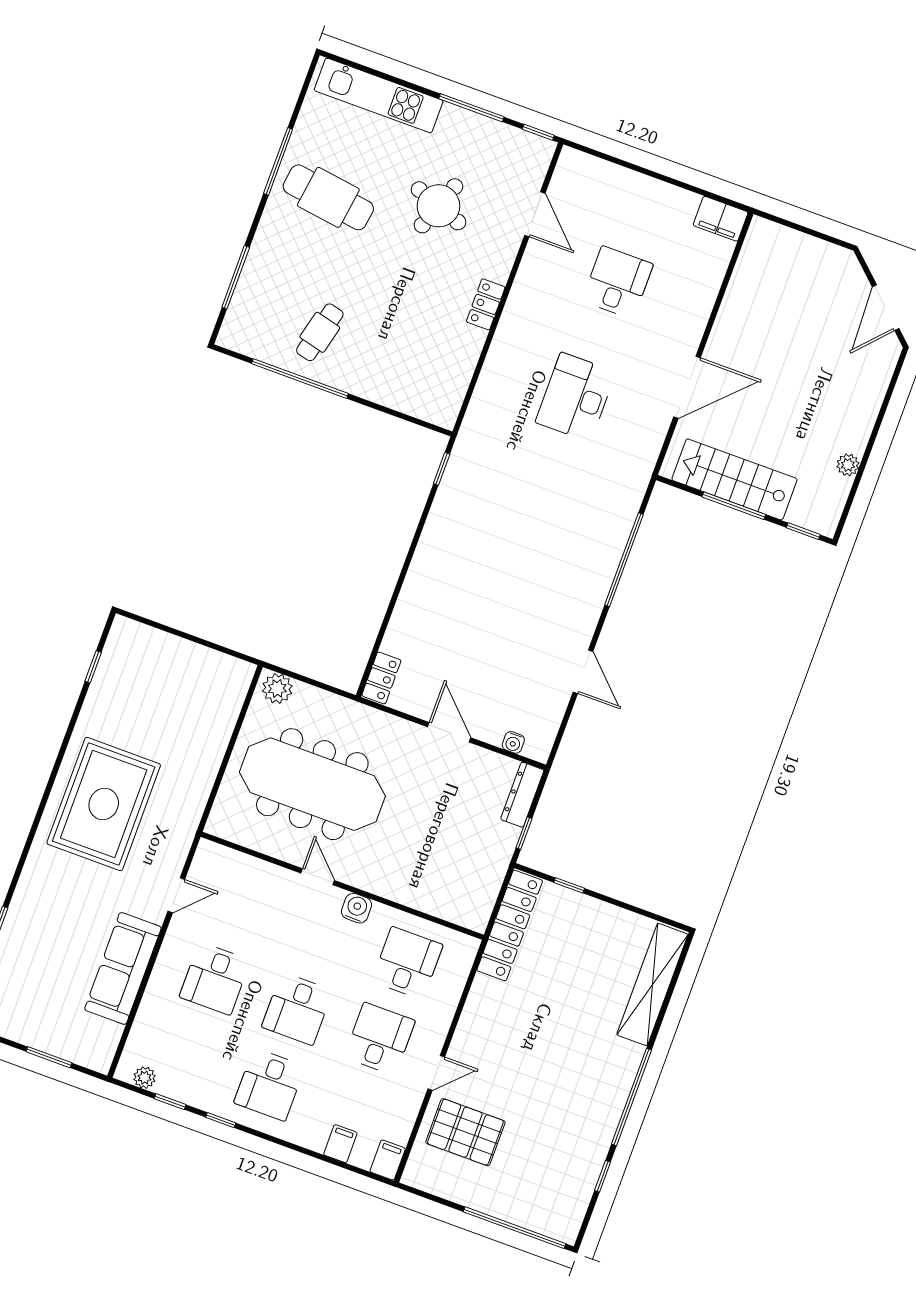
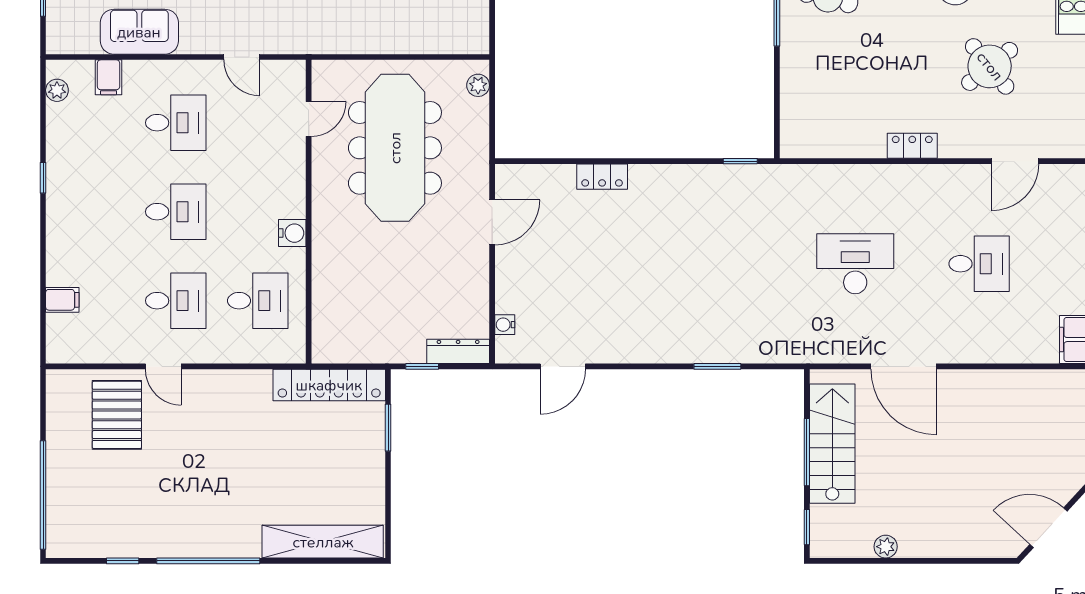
round table: (438, 206) -> (990, 66), turned 31
window: (624, 560) -> (717, 366), width x0.47
door: (583, 672) -> (563, 366), moved
locker: (381, 678) -> (602, 177), moved
plant: (277, 688) -> (478, 85), width x0.73, depth x0.73
door: (449, 732) -> (492, 222), moved
door: (318, 877) -> (309, 119), moved
window: (569, 885) -> (388, 428), width x1.50
sofa: (123, 968) -> (139, 32), width x0.73
desk: (215, 979) -> (176, 123), turned 180
desk: (297, 1009) -> (176, 212), turned 180
desk: (269, 1085) -> (94, 212), removed
window: (170, 1102) -> (43, 123), removed
filing cabinet: (388, 1160) -> (109, 77), moved, turned 90

